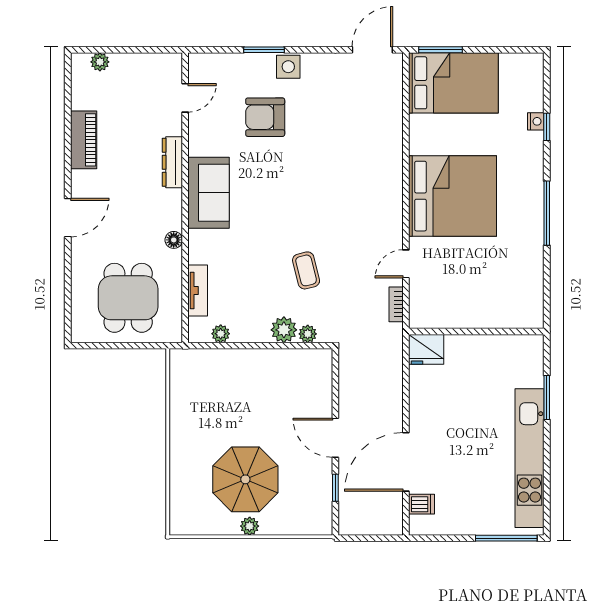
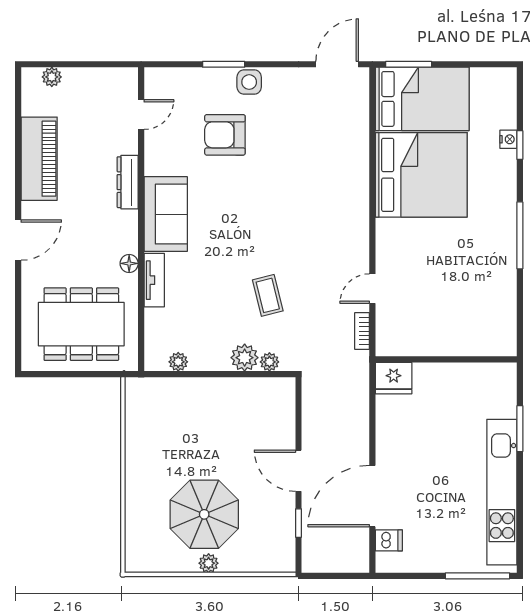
piano: (84, 140) -> (39, 159), width x1.37, depth x1.33
bed: (453, 196) -> (421, 175), moved
tv unit: (198, 290) -> (154, 280), moved
dining table: (128, 298) -> (81, 324), width x1.38

